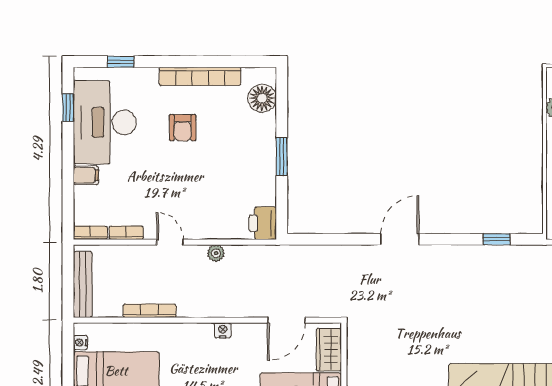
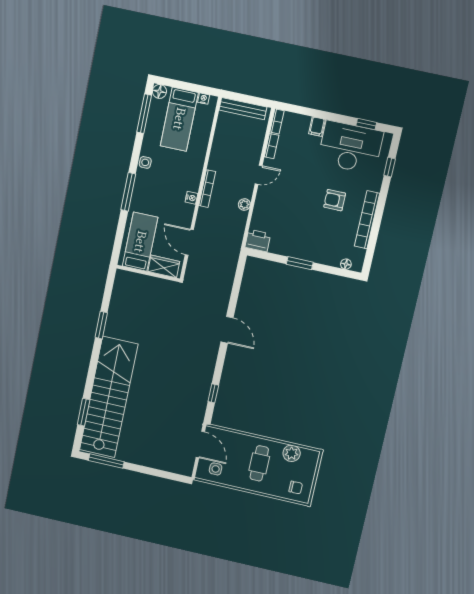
floor lamp: (262, 98) -> (346, 264), width x0.53, depth x0.53
bookcase: (150, 311) -> (207, 189), moved

